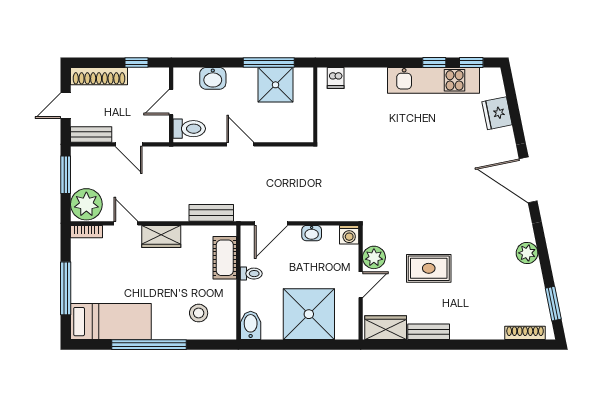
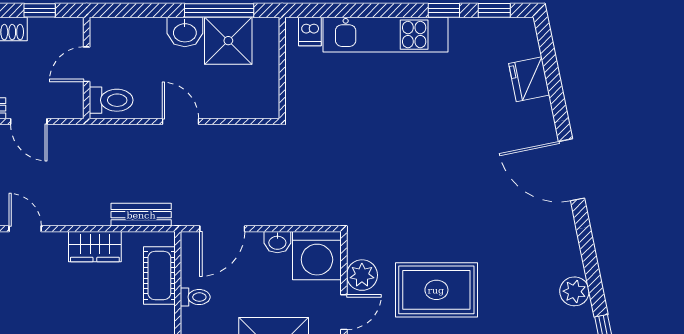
washbasin: (213, 78) -> (185, 32), moved
kitchen unit: (433, 80) -> (385, 35), moved
washing machine: (349, 235) -> (317, 256), width x1.89, depth x1.89
wardrobe: (161, 236) -> (95, 247), moved
plant: (527, 253) -> (574, 291), moved
rug: (429, 268) -> (436, 290), width x1.36, depth x1.43

